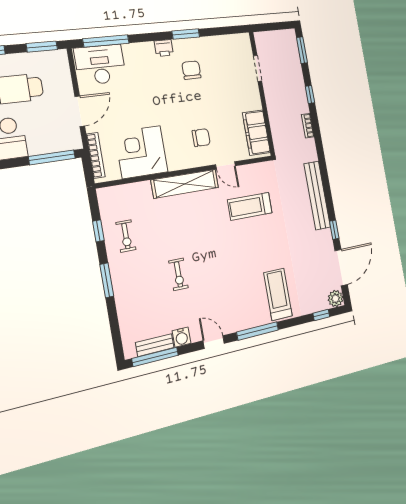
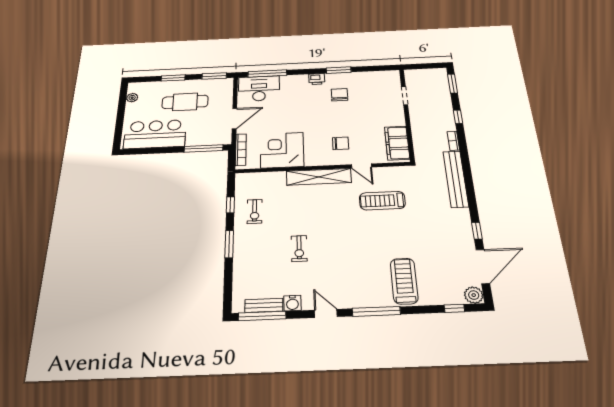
bench: (317, 195) -> (456, 179), moved

